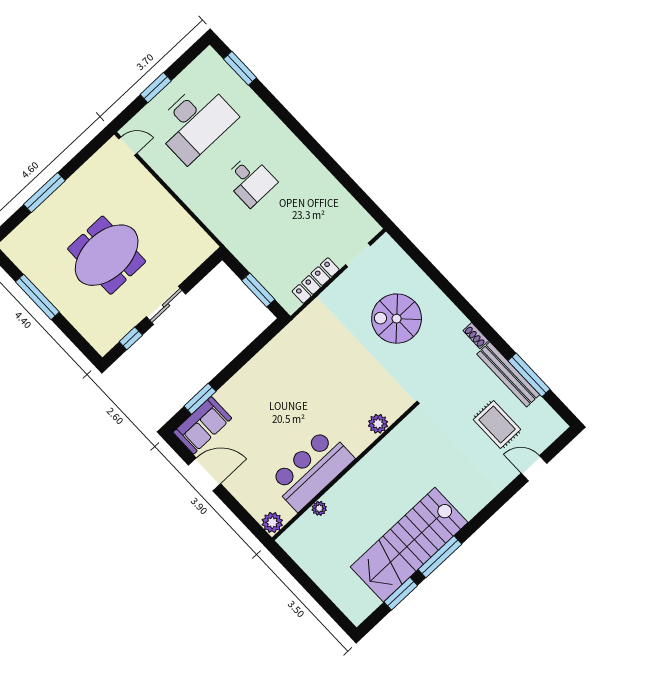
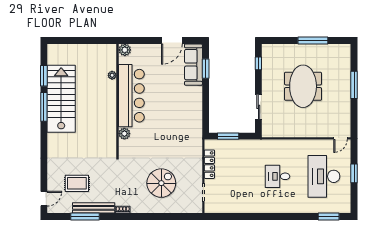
sliding door: (166, 305) -> (258, 107), moved
sofa: (202, 425) -> (193, 65), width x1.36
door: (534, 468) -> (44, 199), moved
bar counter: (312, 470) -> (131, 96), width x1.36

